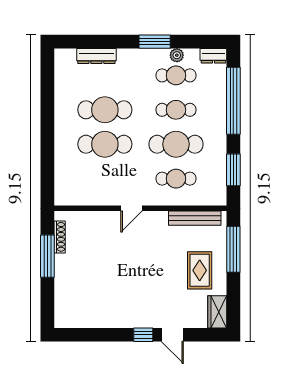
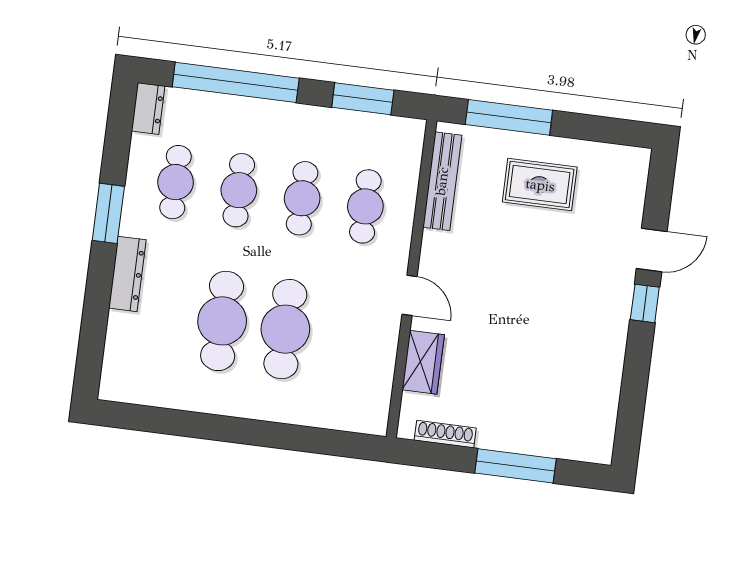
plant: (177, 55) -> (139, 176), removed
dresser: (96, 56) -> (127, 274), moved
cafe table: (176, 144) -> (302, 198), width x0.73, depth x0.74
window: (47, 256) -> (515, 466), moved
wardrobe: (217, 312) -> (423, 362), moved, turned -90

